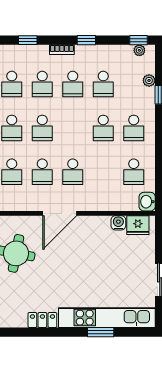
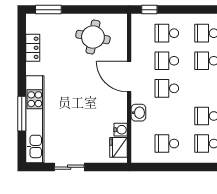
washbasin: (147, 202) -> (138, 113), moved, turned 90
locker: (42, 320) -> (33, 48), moved
window: (101, 332) -> (22, 114), width x1.44

